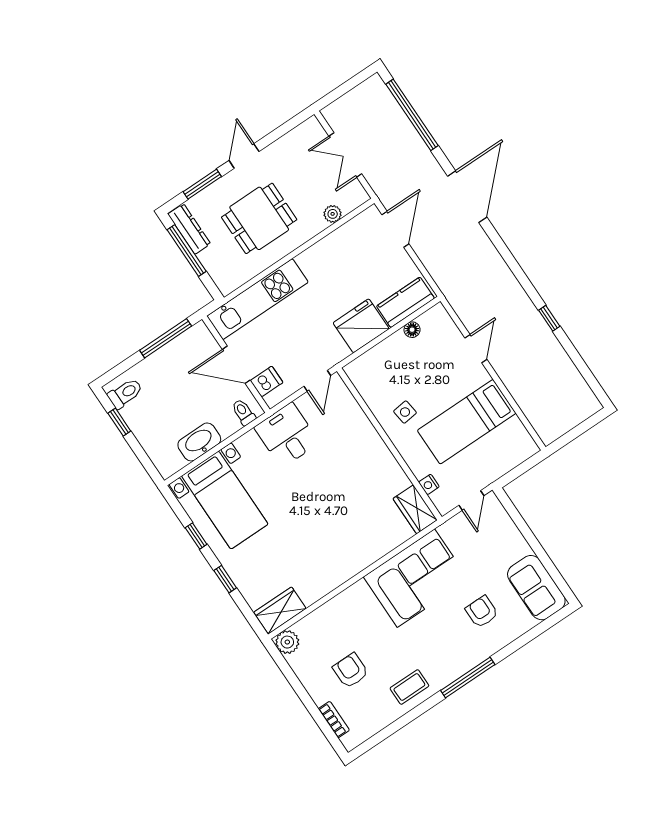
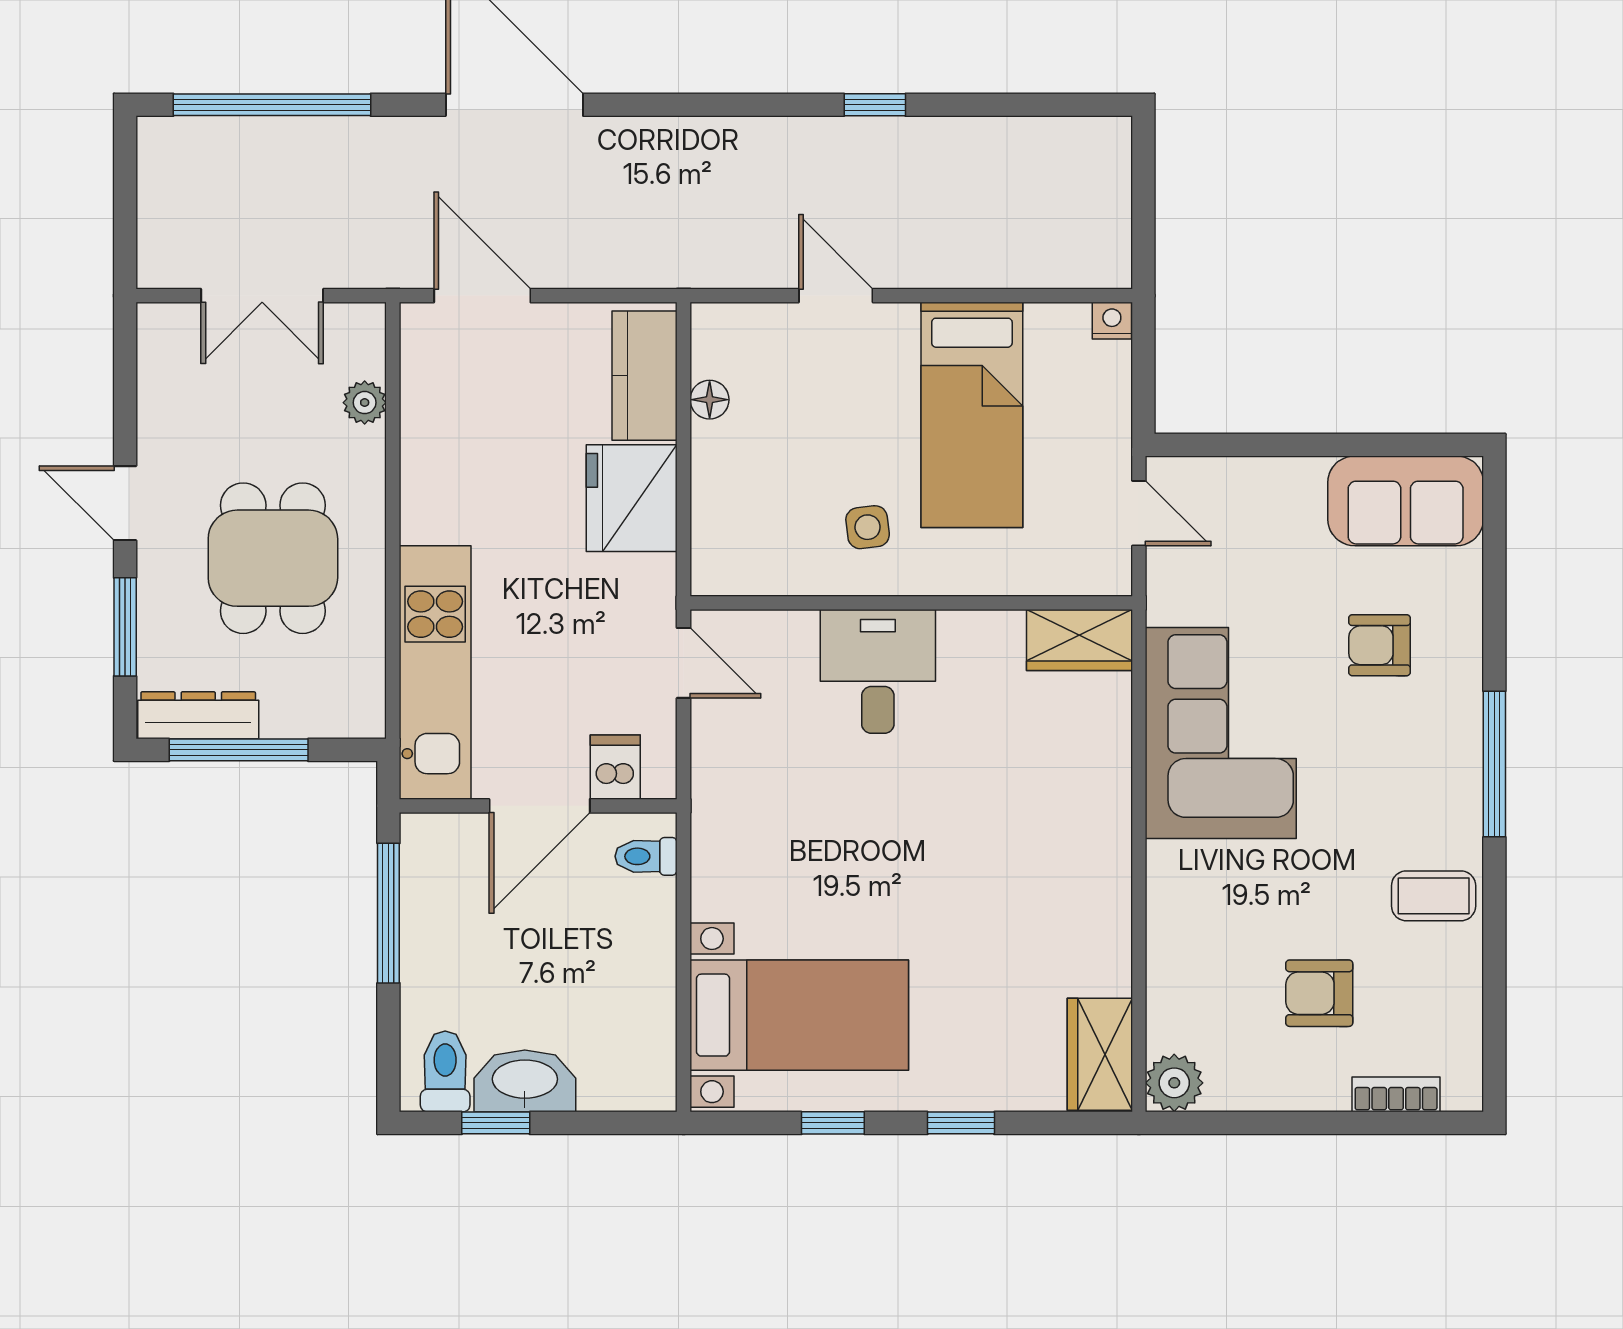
desk: (287, 435) -> (878, 671), moved, turned 90
washbasin: (199, 442) -> (525, 1081), moved, turned 90
nightstand: (429, 484) -> (1112, 321), moved, turned 180
coffee table: (409, 687) -> (1434, 896), turned 90

